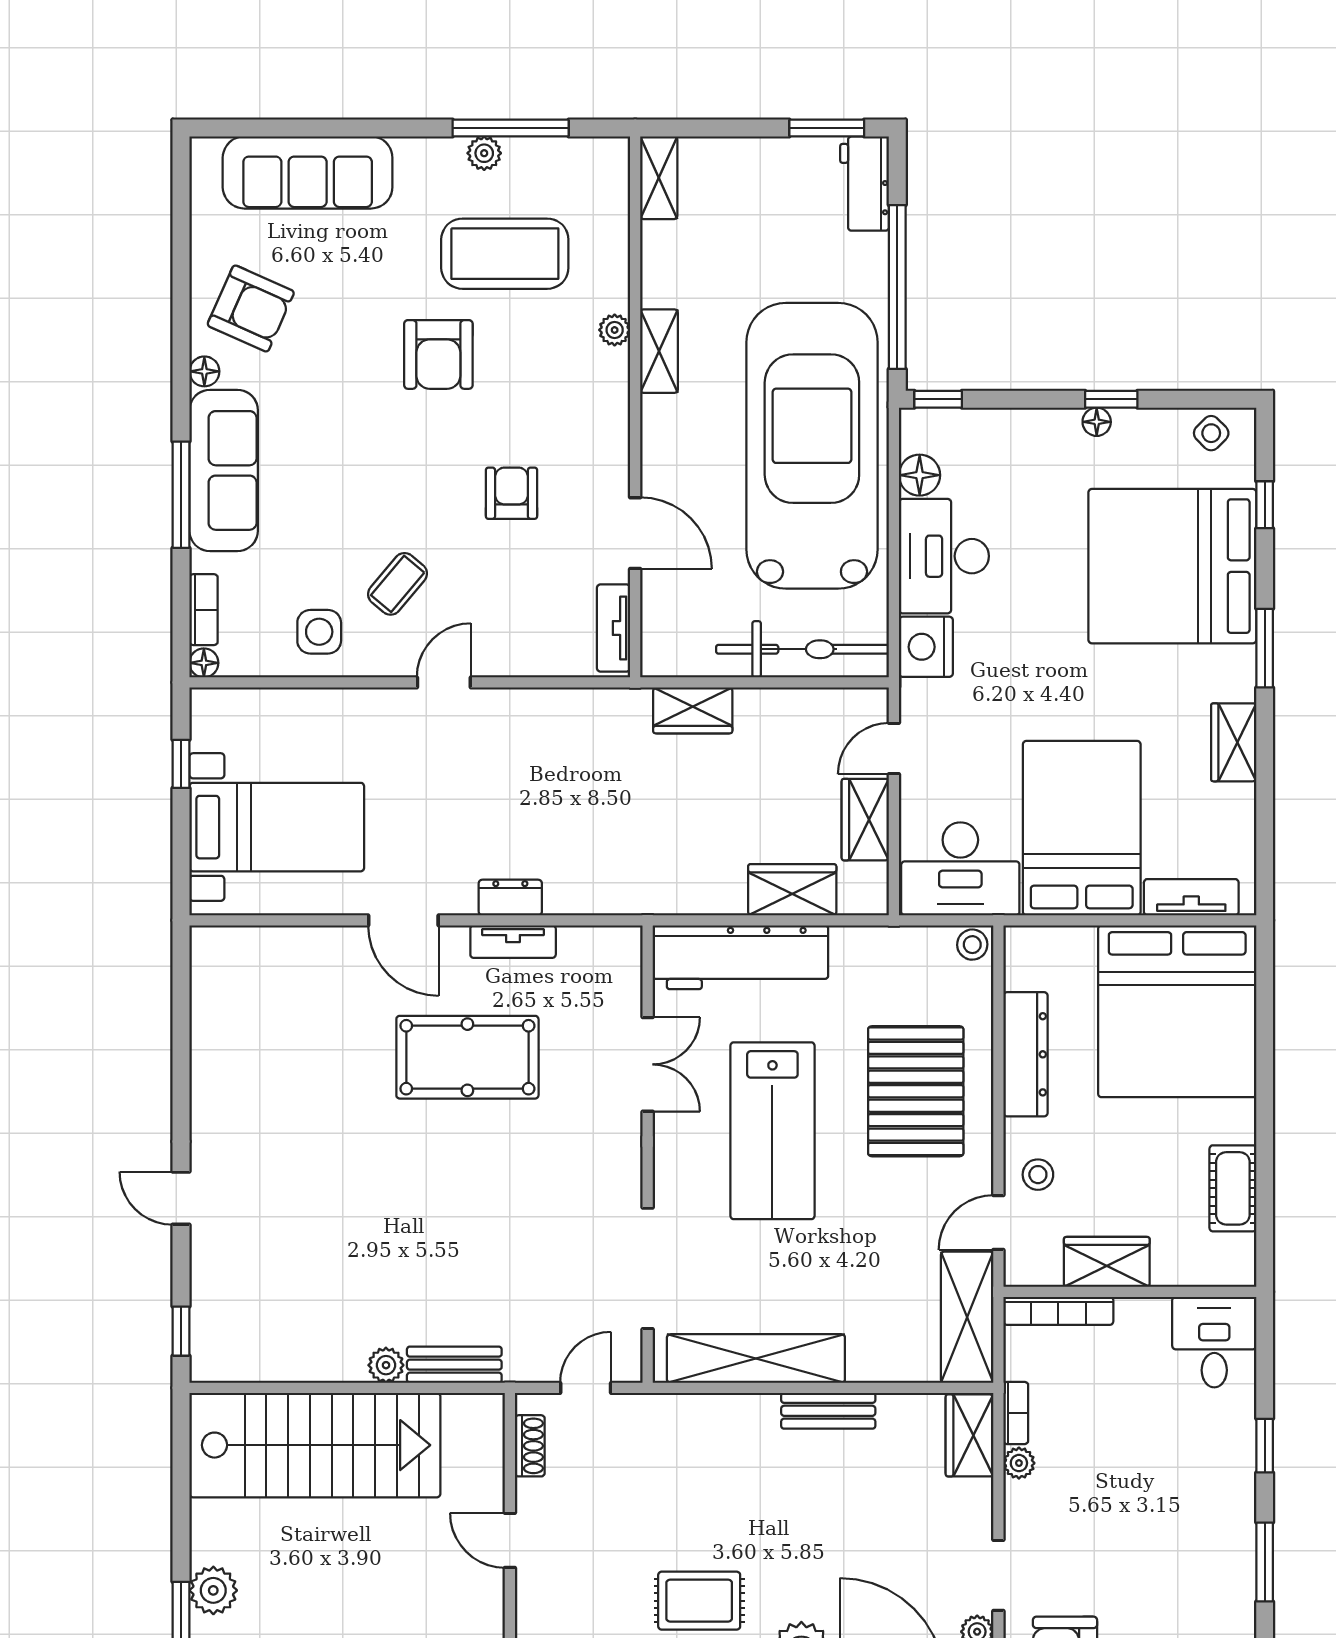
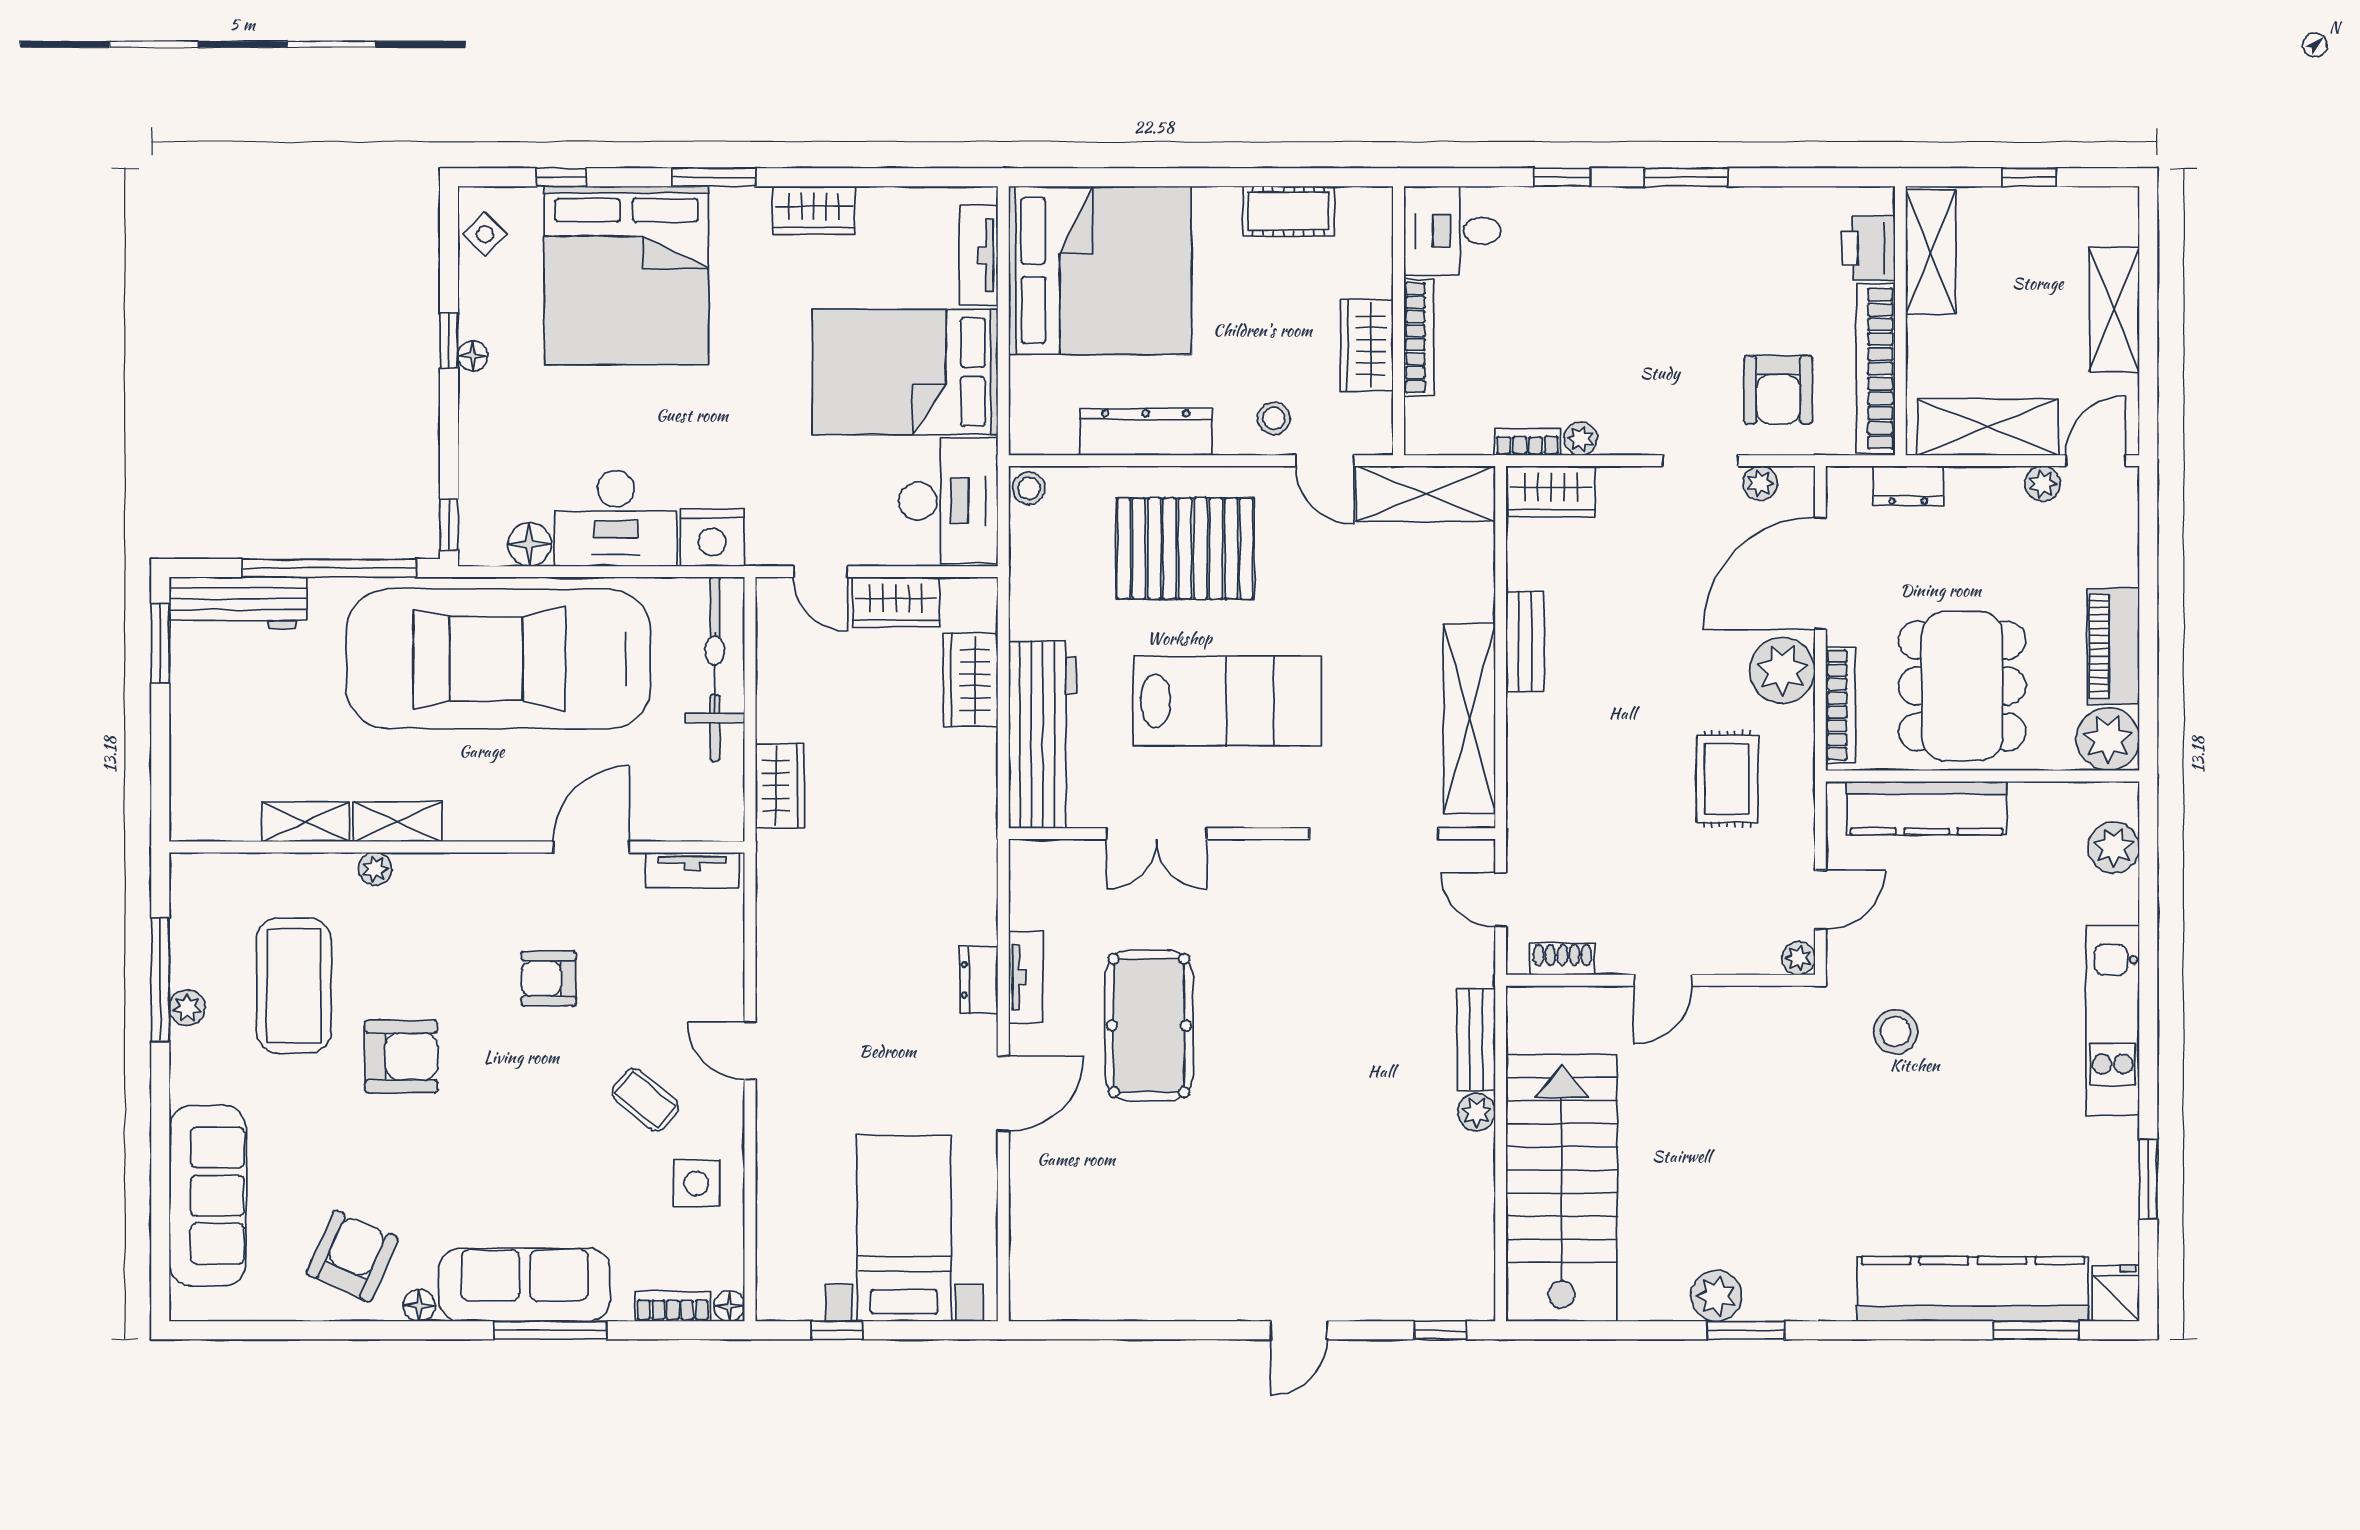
shelving: (659, 178) -> (306, 822), moved
workbench: (865, 184) -> (238, 603), width x1.38
double door: (648, 1064) -> (1157, 834), swing flipped
bookcase: (1058, 1311) -> (1419, 338), moved

